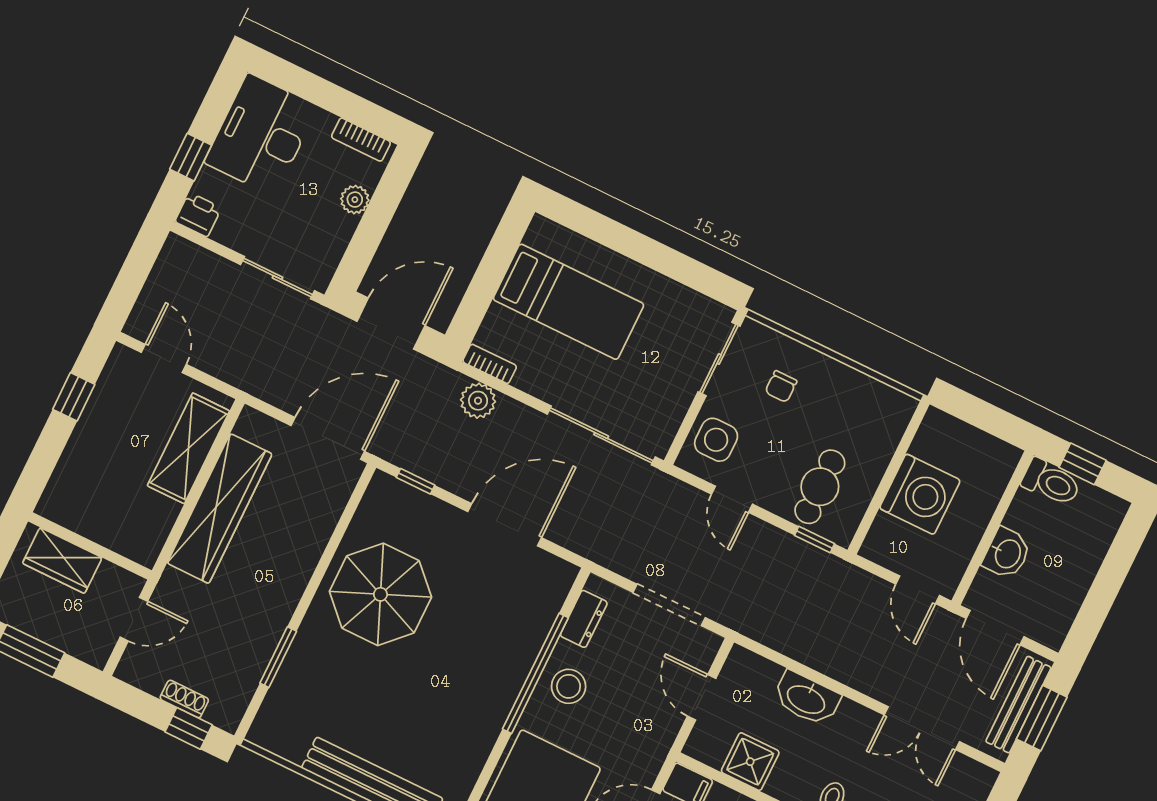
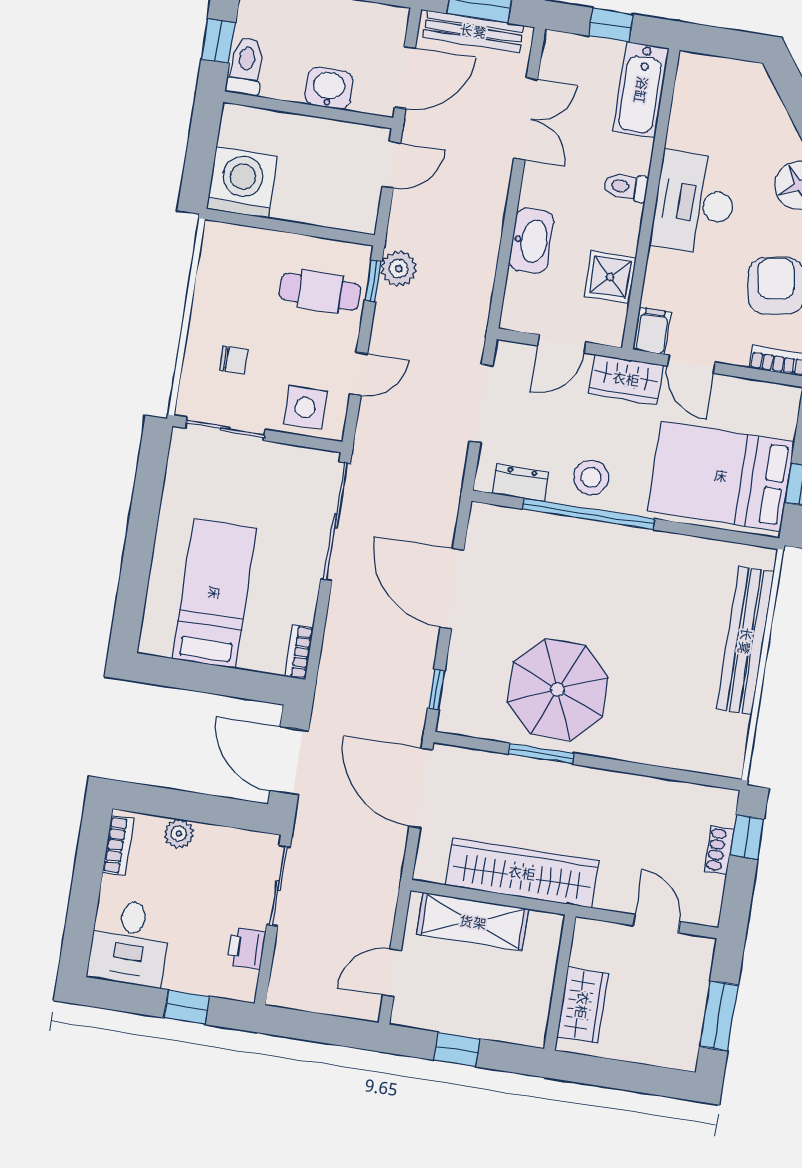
desk: (261, 135) -> (129, 943), width x0.73
printer: (198, 215) -> (246, 948), moved
plant: (478, 401) -> (399, 269), moved
washing machine: (920, 494) -> (242, 183), moved
wall: (90, 546) -> (560, 983), moved
wardrobe: (62, 560) -> (582, 1005), moved
window: (278, 657) -> (541, 754), moved
wardrobe: (650, 747) -> (626, 379), added

